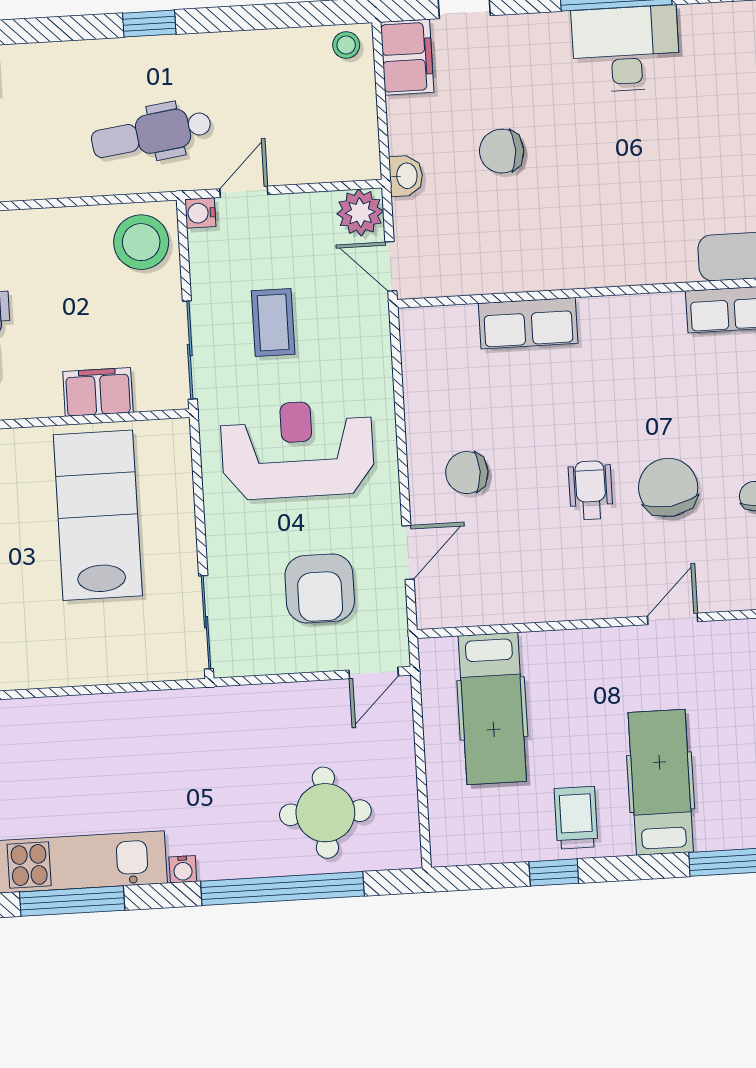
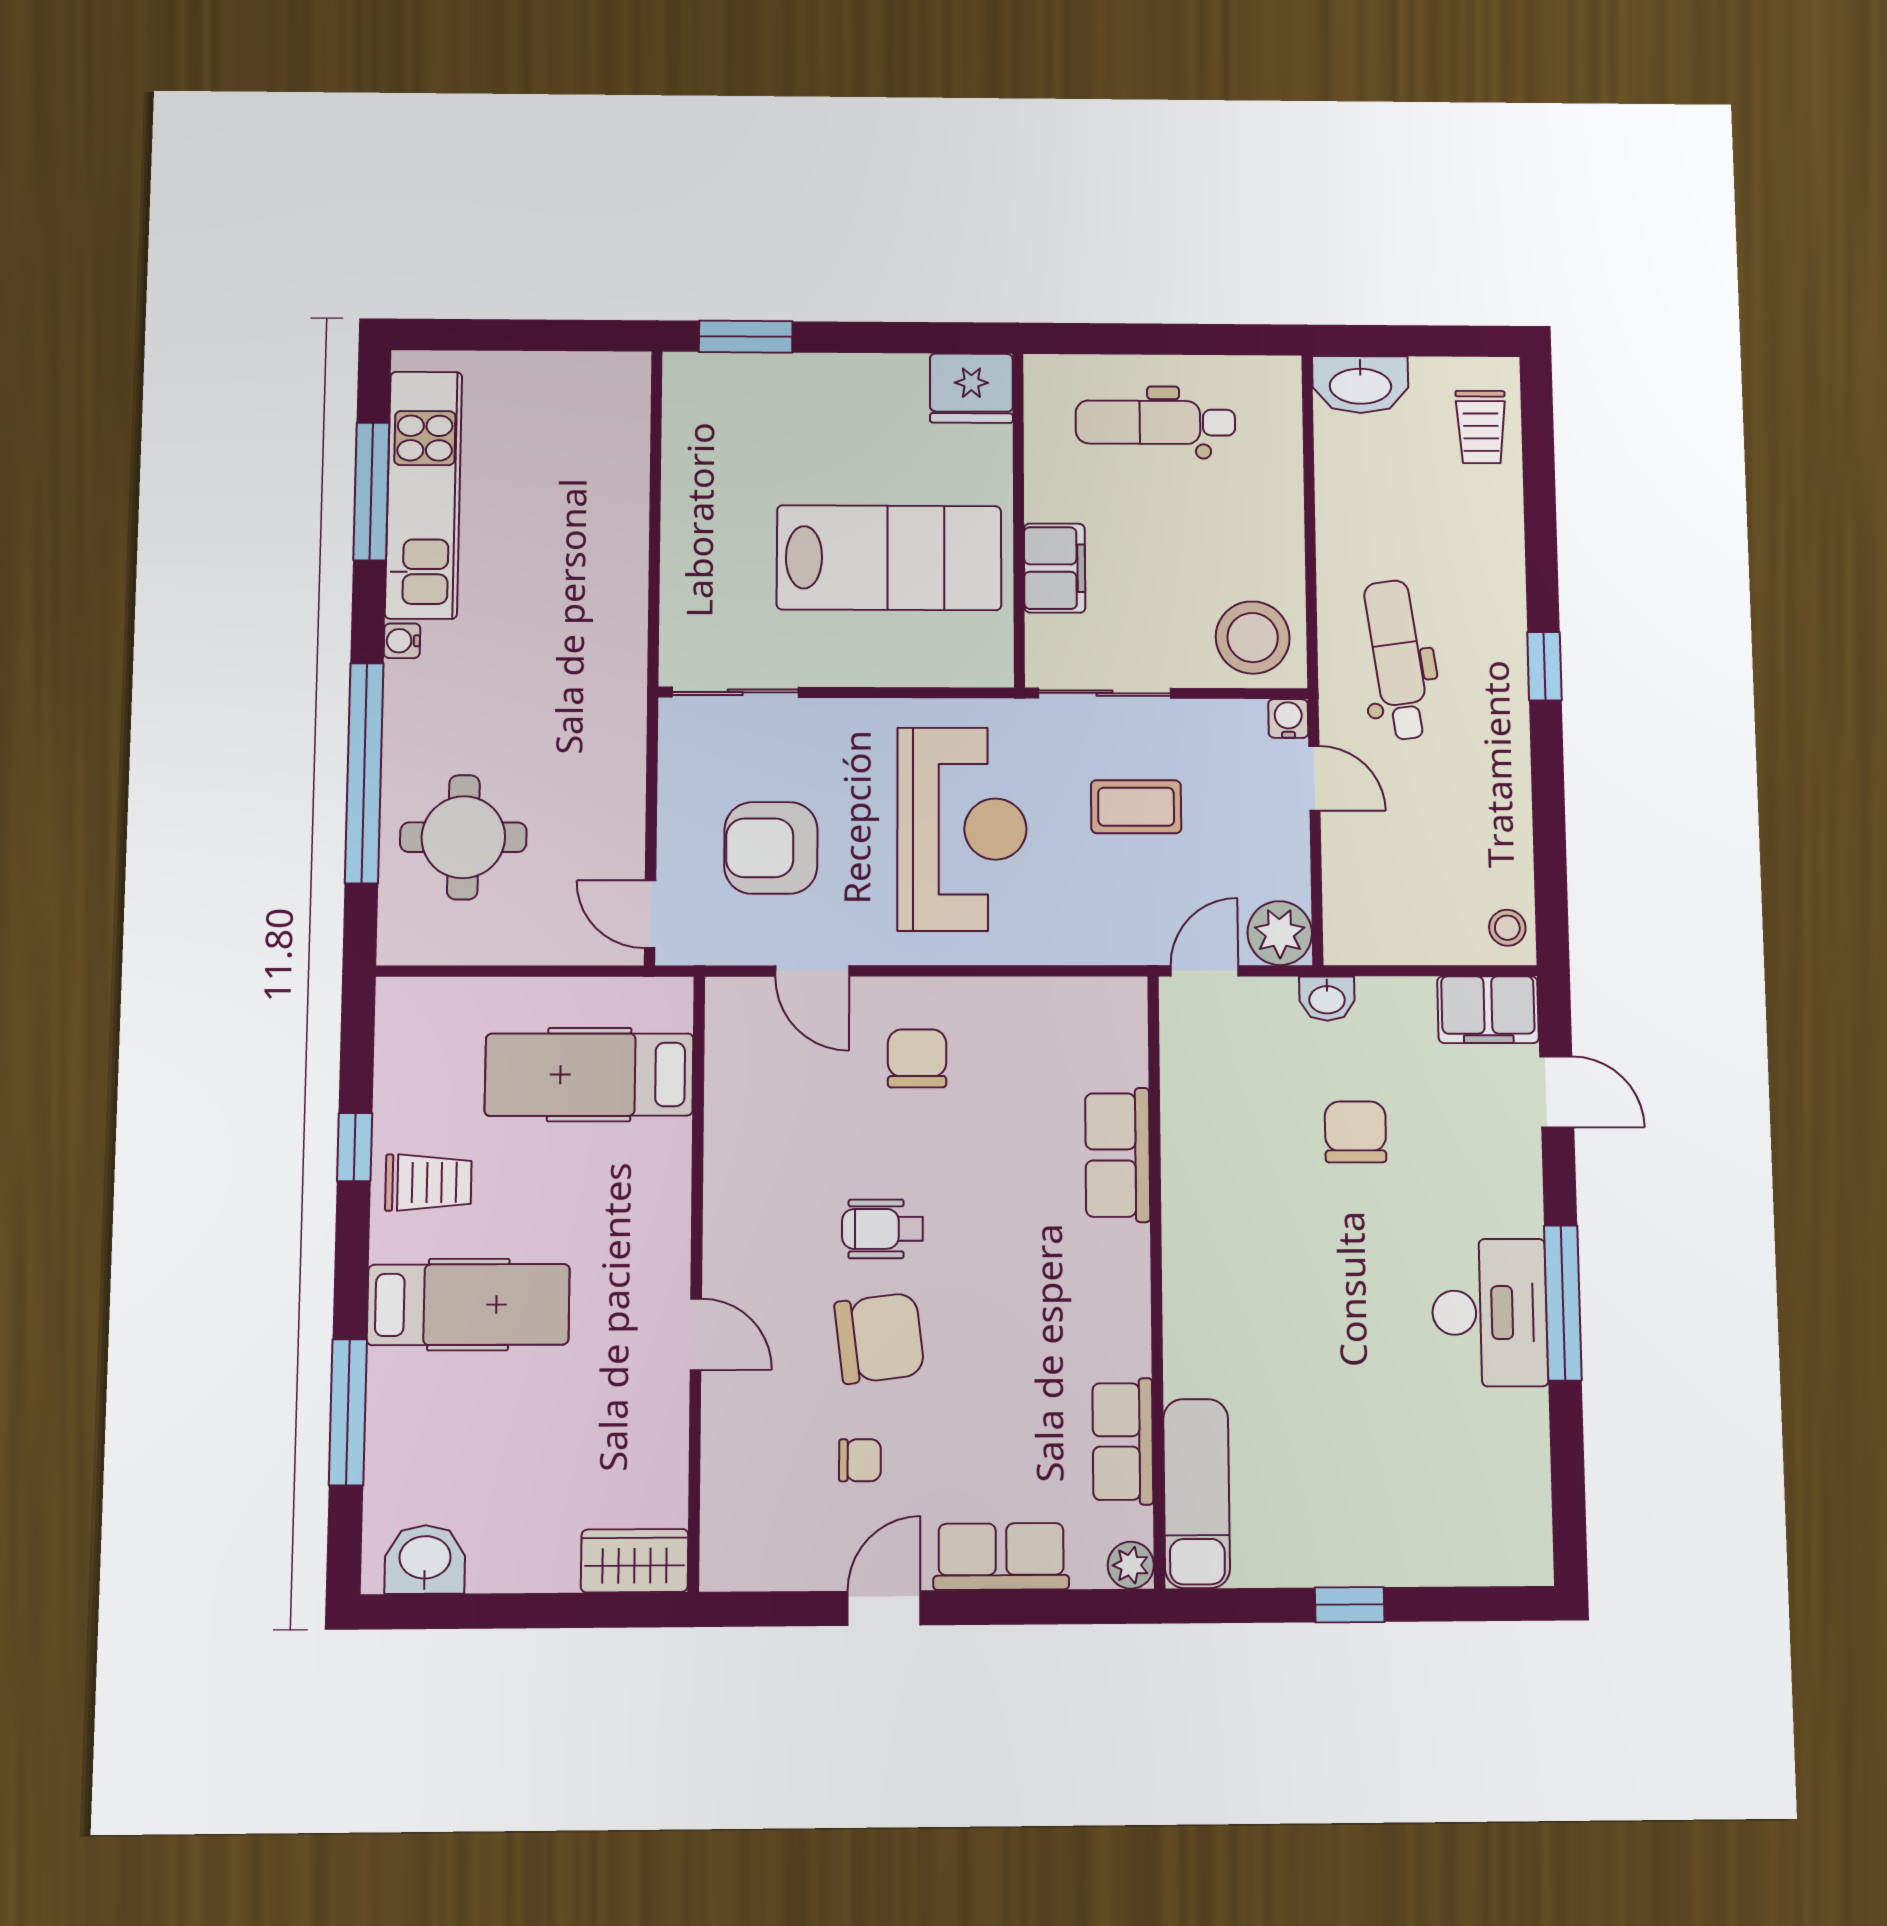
wheelchair: (591, 490) -> (882, 1229), turned 180

